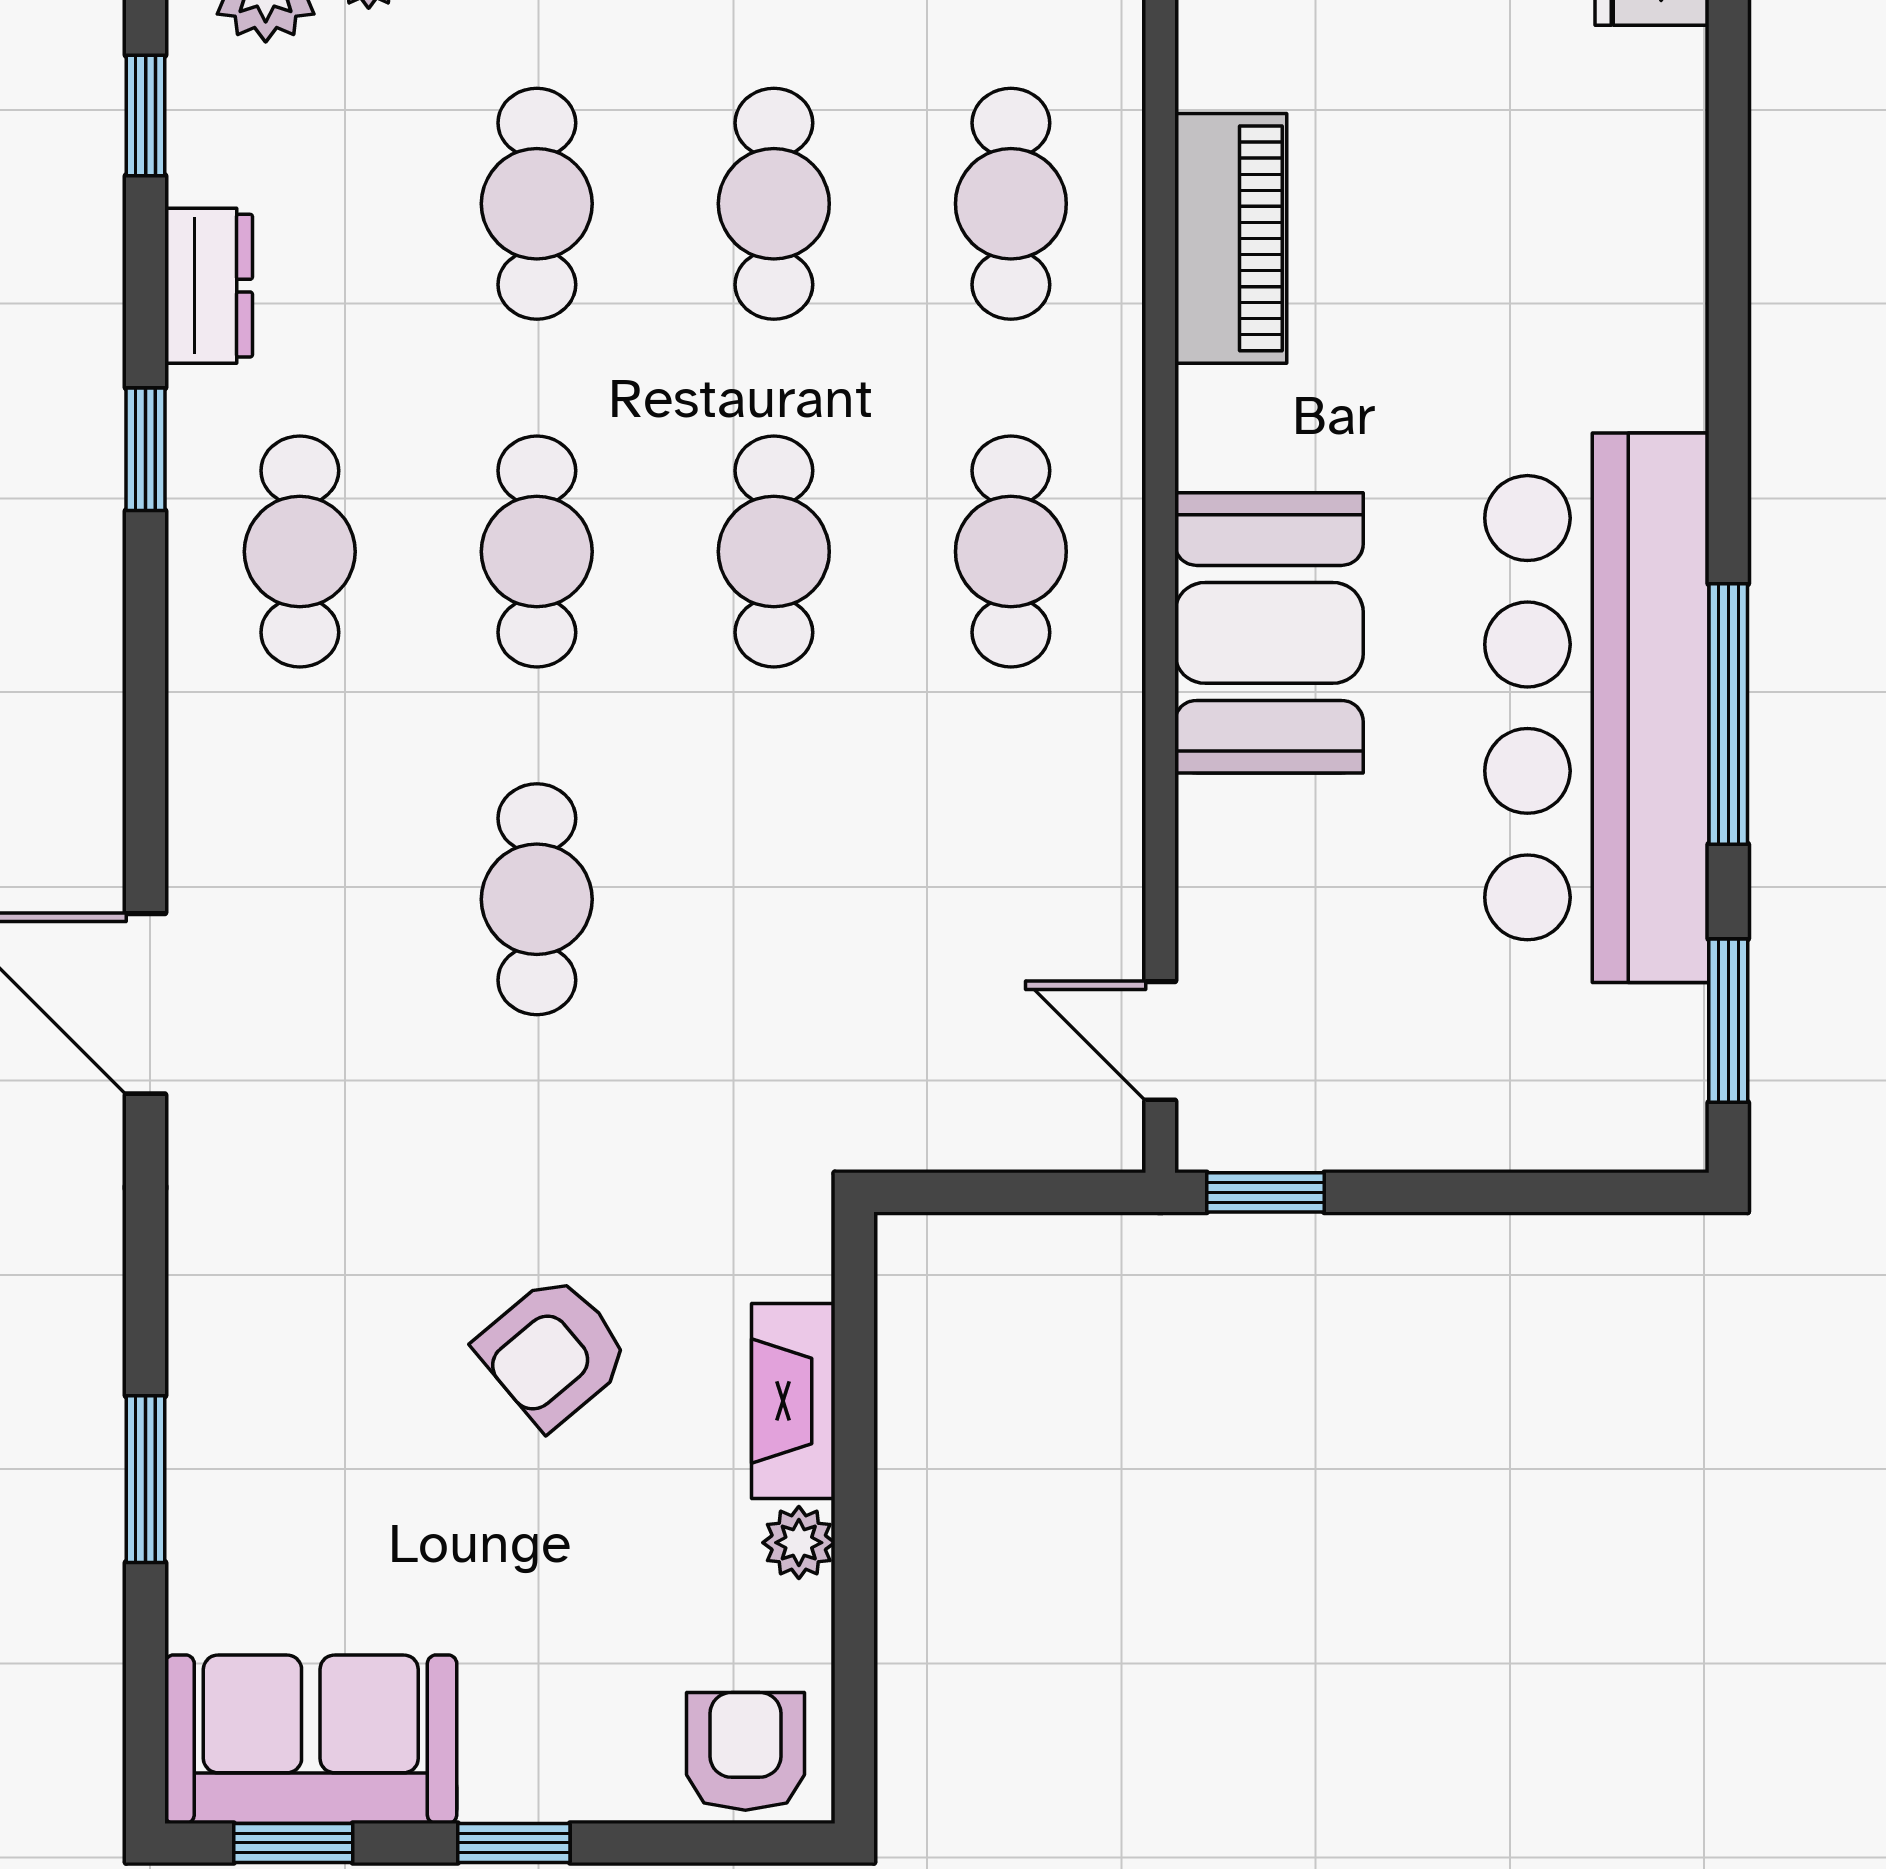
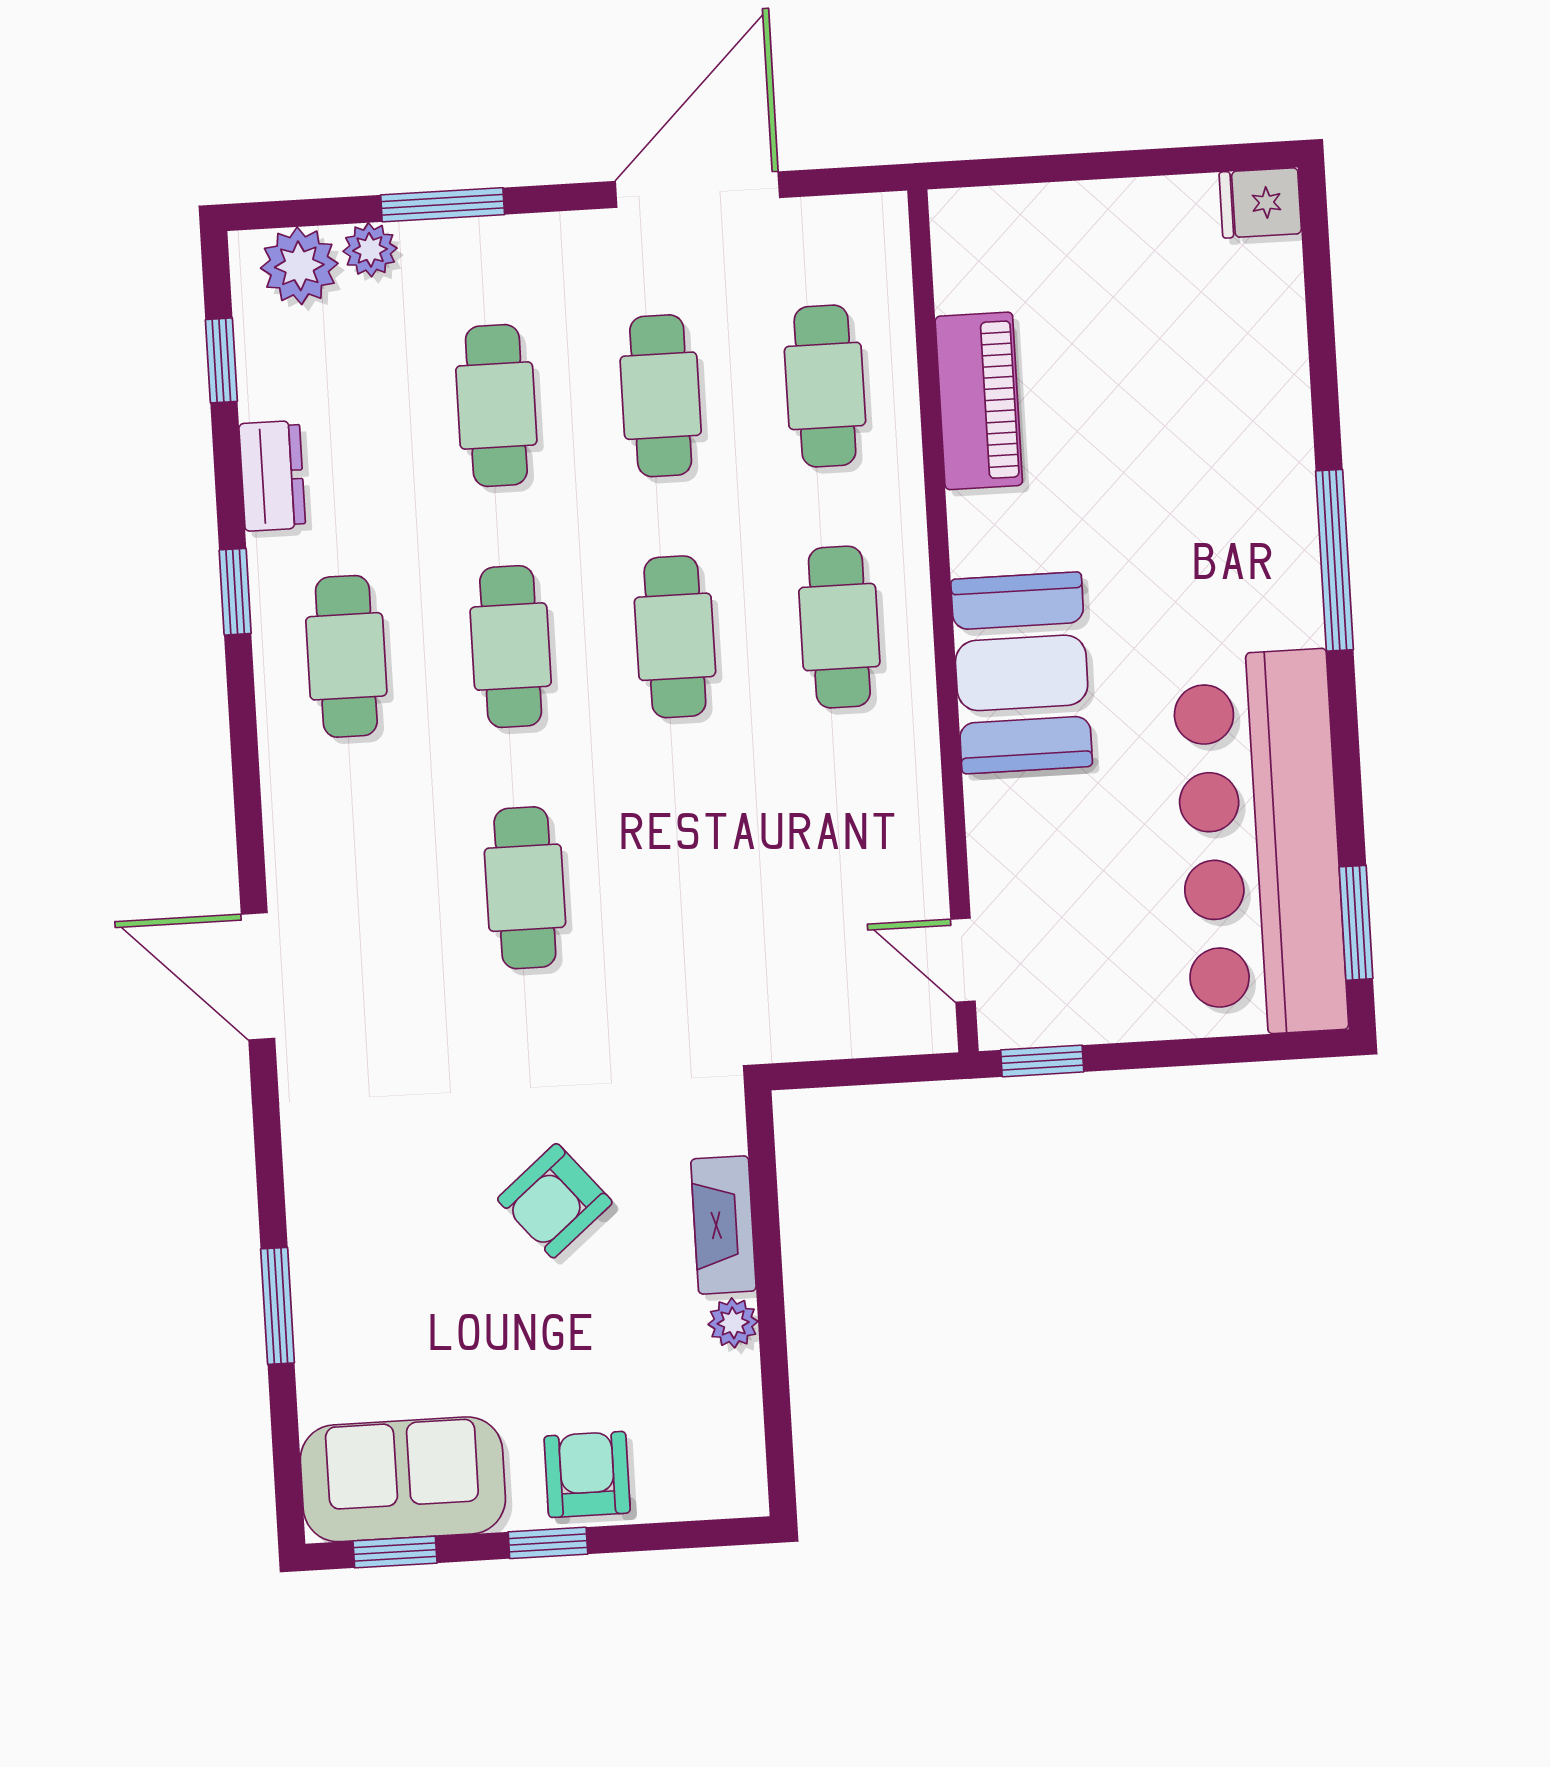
bar counter: (1597, 708) -> (1260, 843), moved
window: (1728, 714) -> (1334, 560), moved
armchair: (745, 1751) -> (587, 1474), moved

